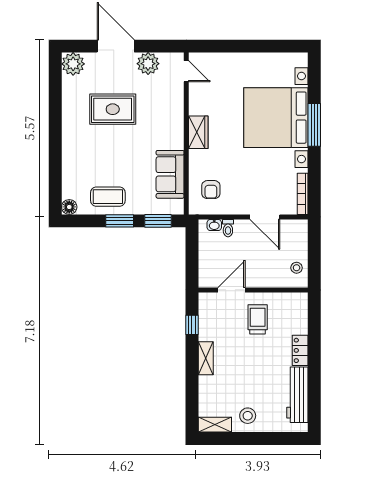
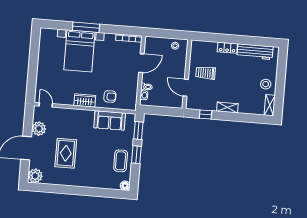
door: (186, 71) -> (46, 105), hinge flipped
bed with nightstands: (276, 118) -> (79, 51), width x0.73
armchair: (211, 190) -> (110, 97), moved

